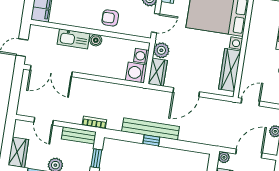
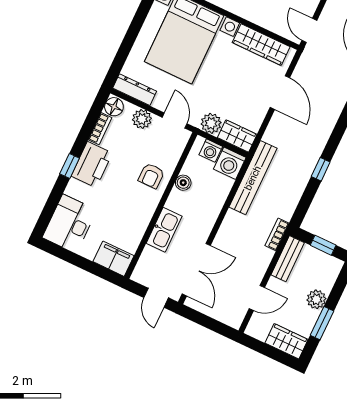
boiler: (96, 40) -> (183, 183), moved
door: (186, 92) -> (280, 93), moved
bench: (151, 129) -> (253, 178), moved

